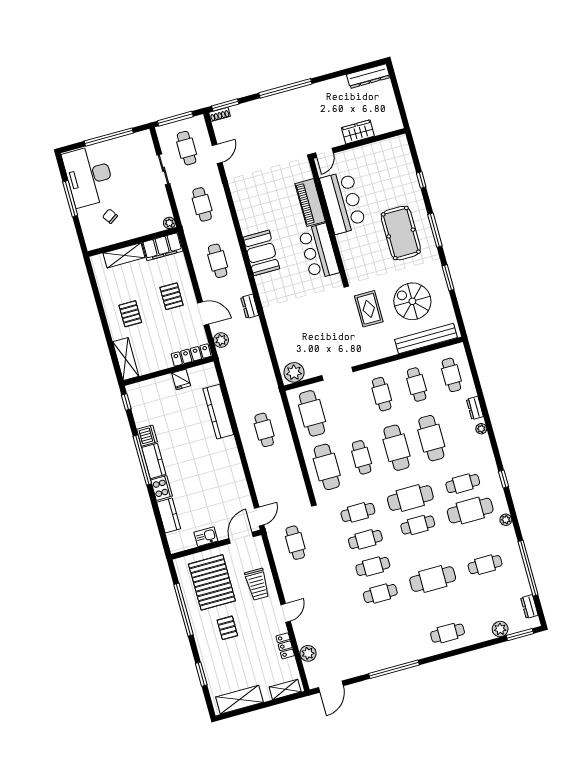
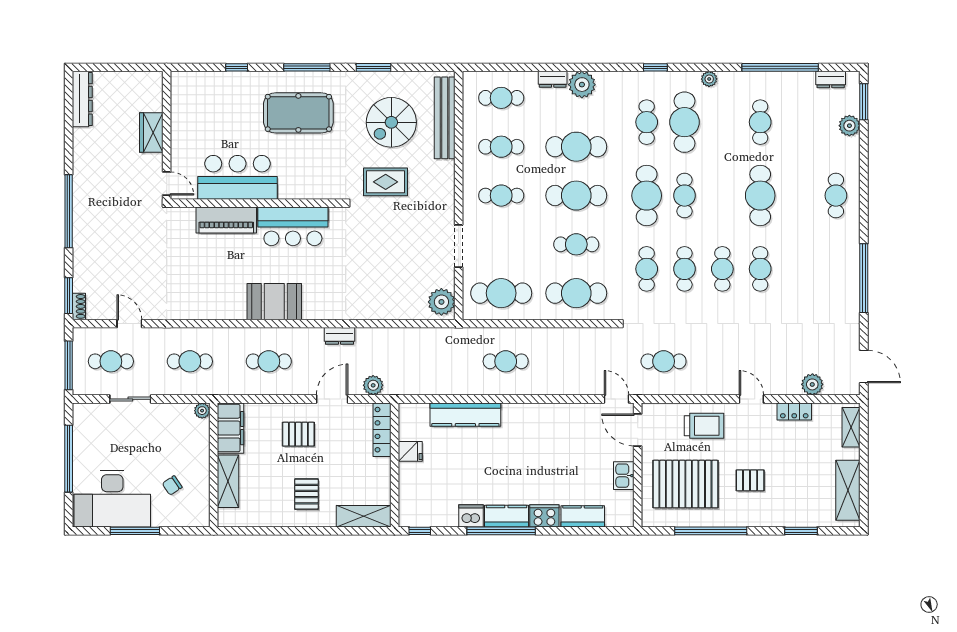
pallet: (130, 314) -> (306, 494), turned 90
plant: (481, 429) -> (582, 85), width x1.87, depth x1.87

